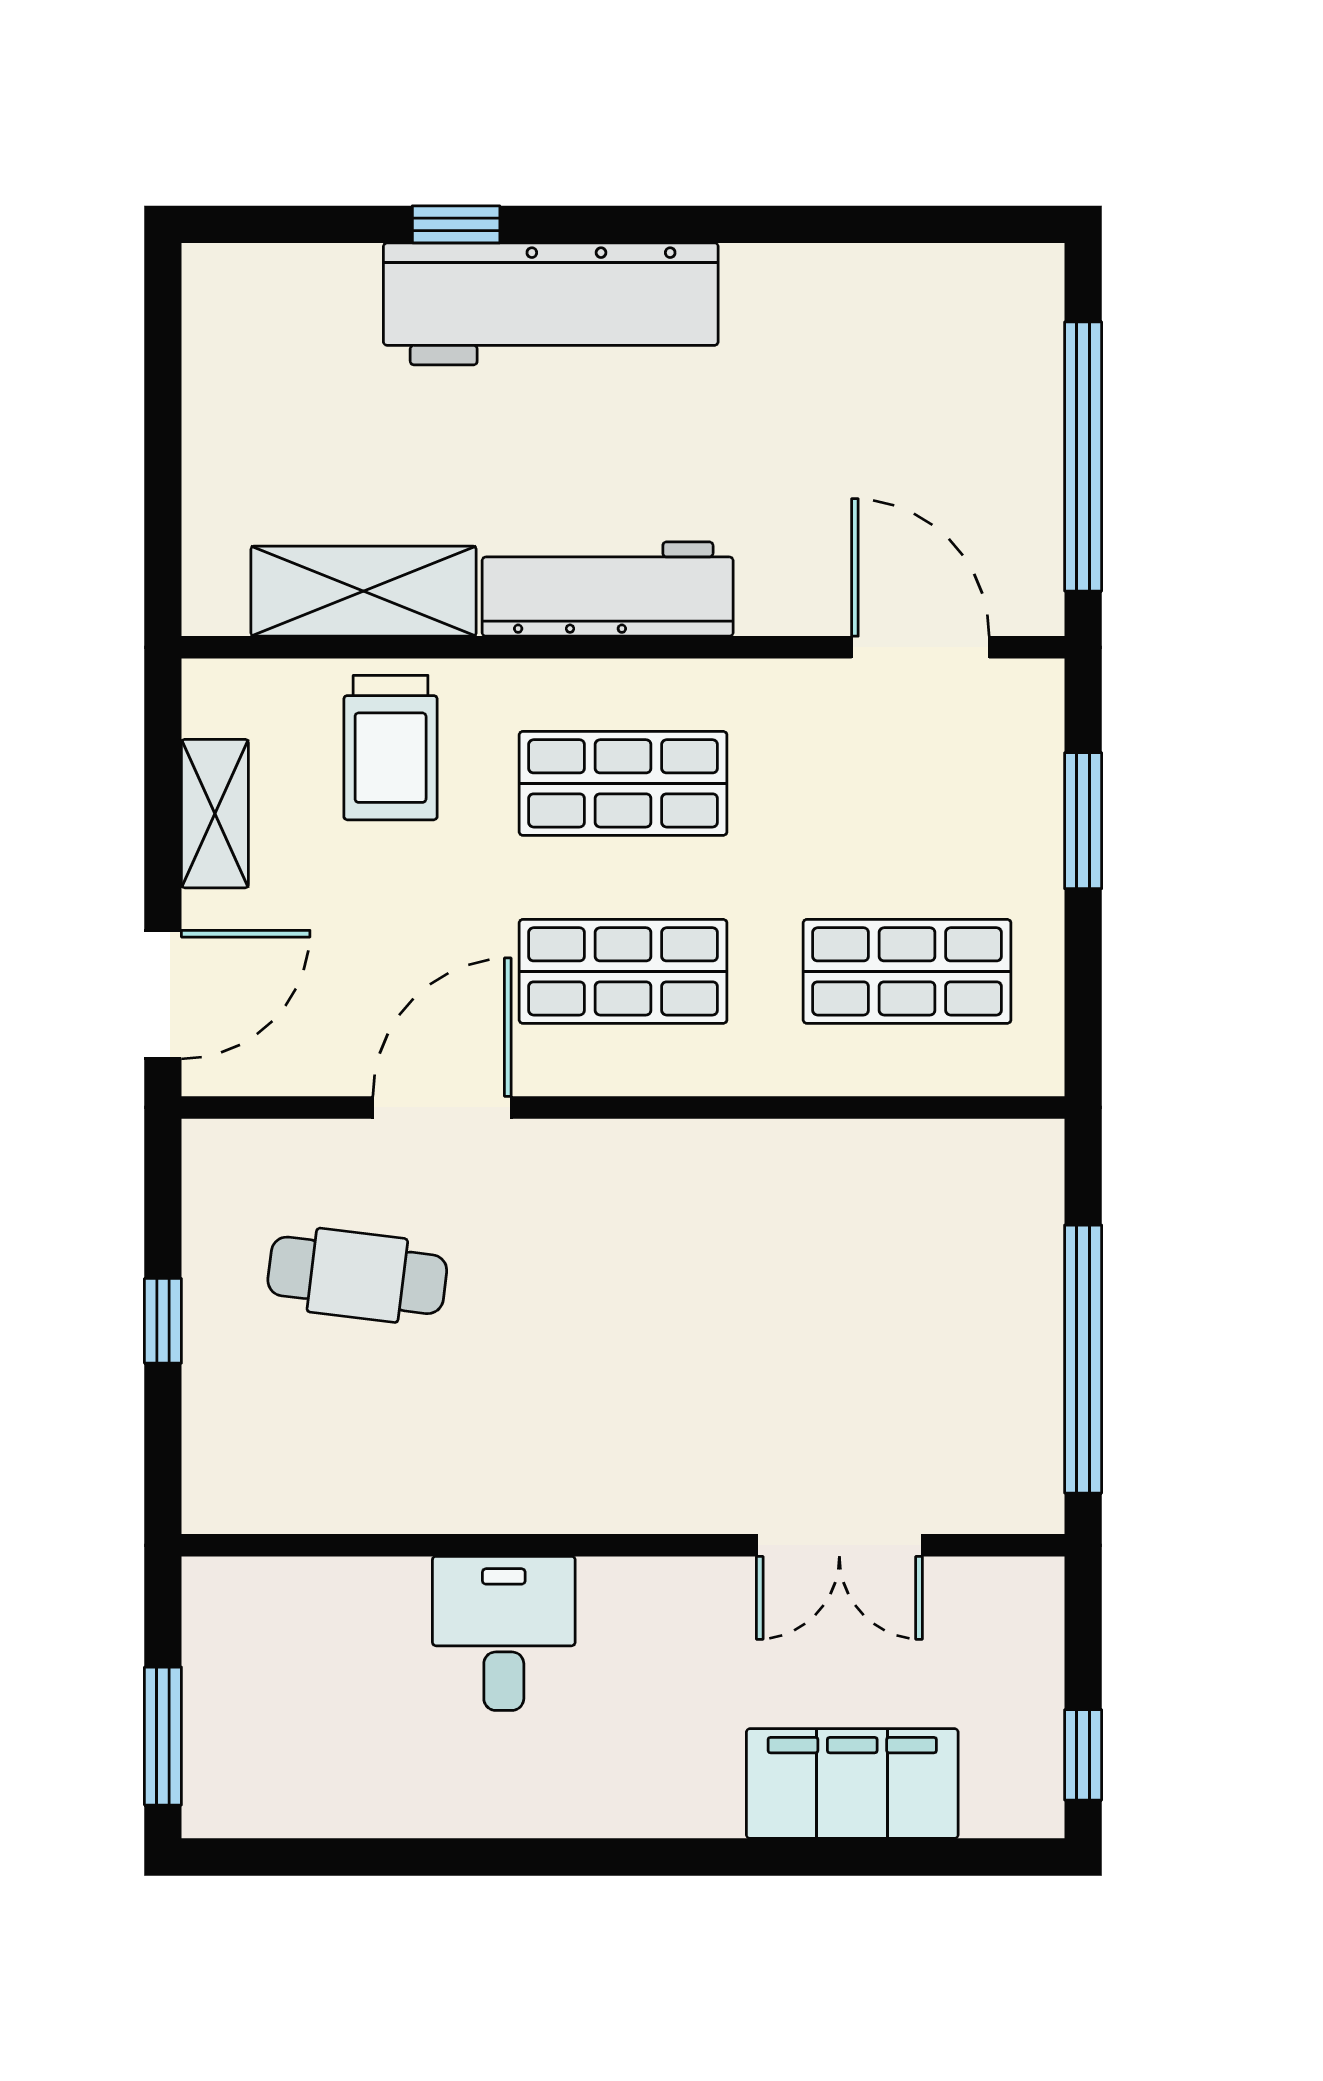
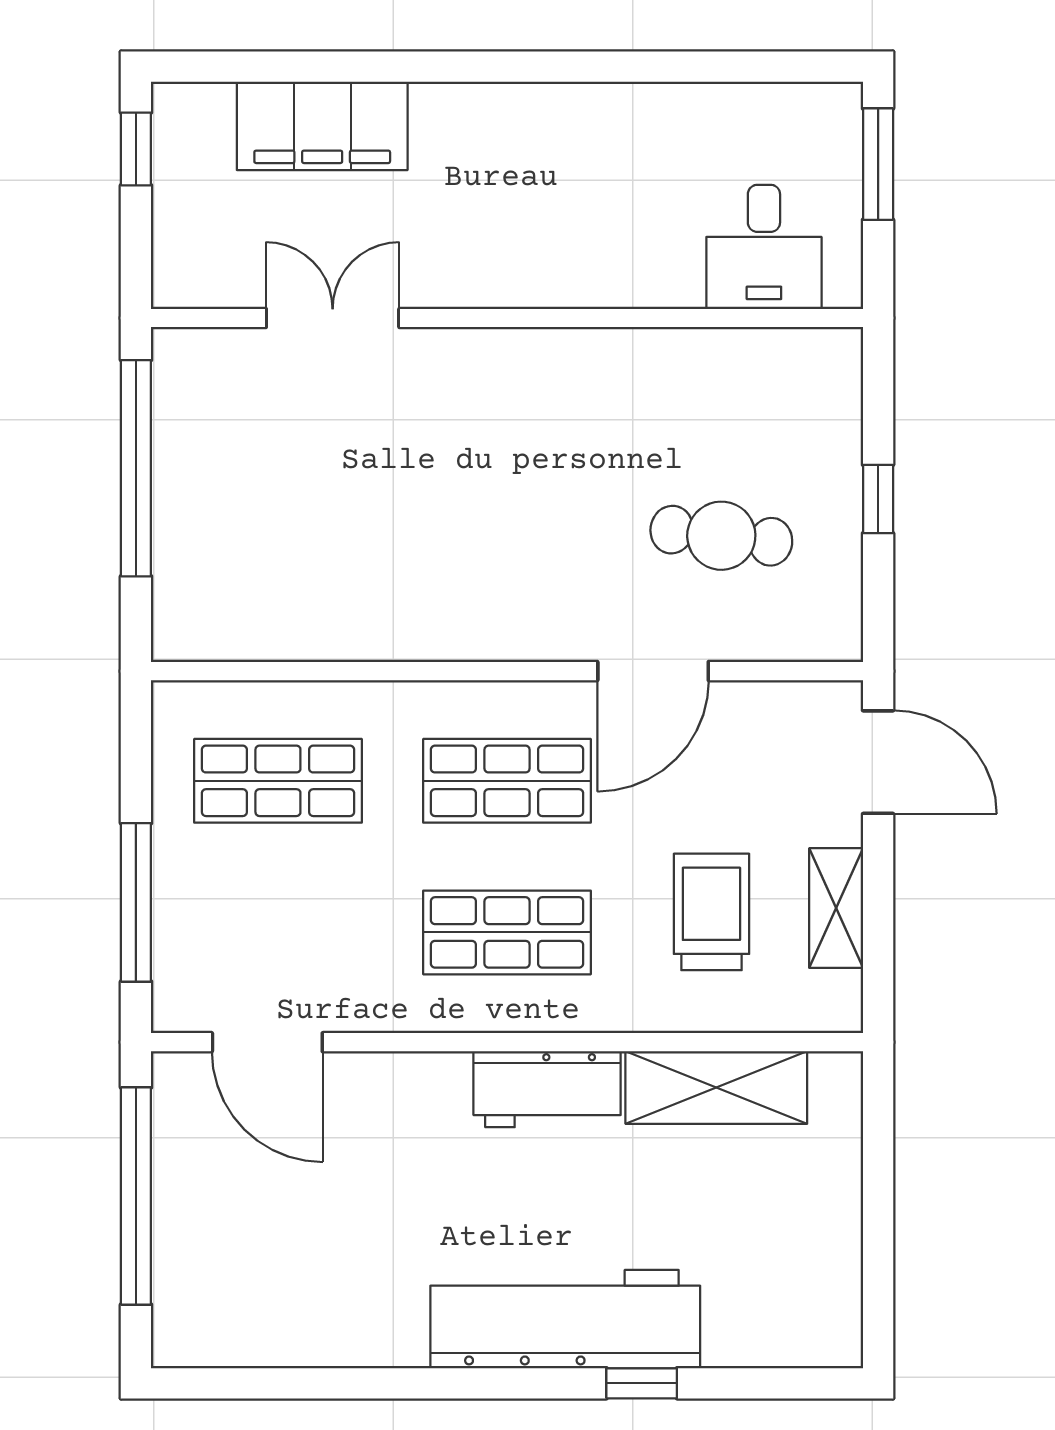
workbench: (608, 589) -> (547, 1089), width x0.73
trolley: (391, 748) -> (711, 912), moved
window: (1083, 821) -> (136, 902), width x1.44
door: (163, 995) -> (878, 762), swing flipped
desk: (504, 1633) -> (764, 247), moved

